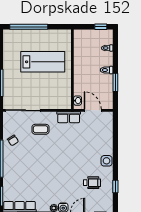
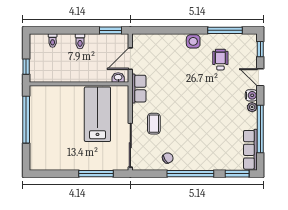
window: (29, 27) -> (26, 120), moved
window: (101, 27) -> (26, 67), moved
lab bench: (43, 62) -> (97, 114), moved
window: (115, 82) -> (110, 30), moved
window: (115, 186) -> (225, 30), width x2.17

